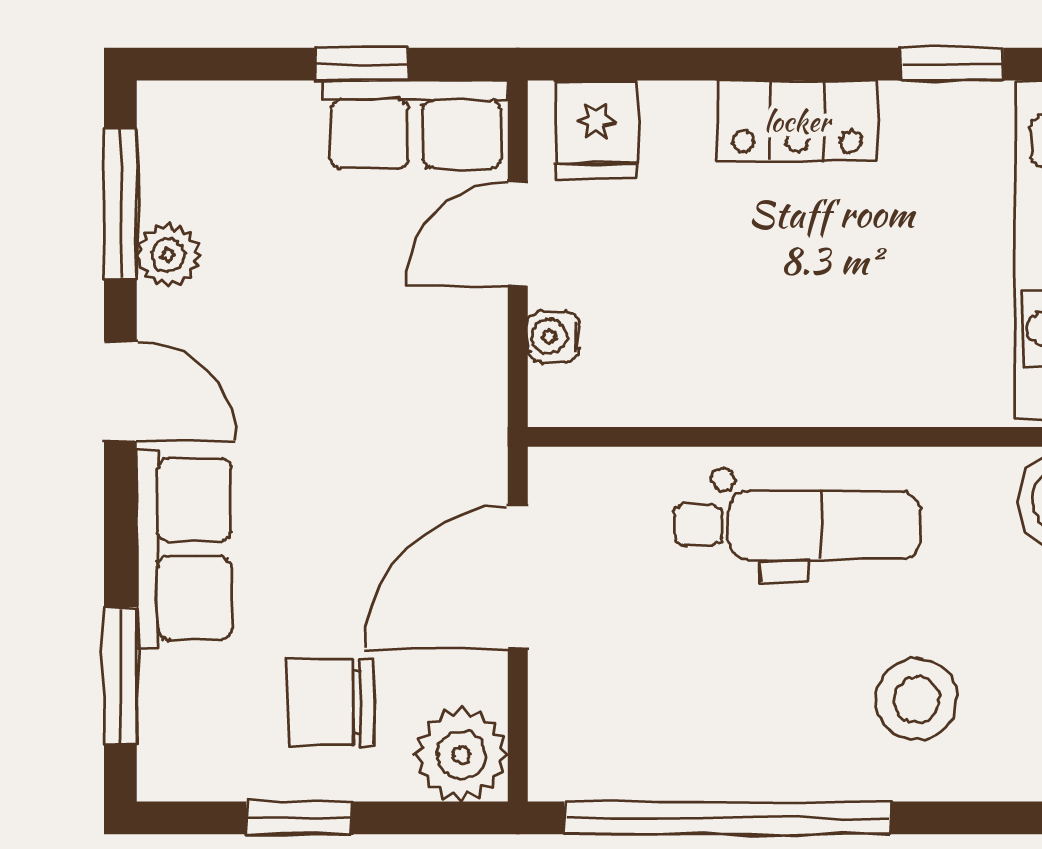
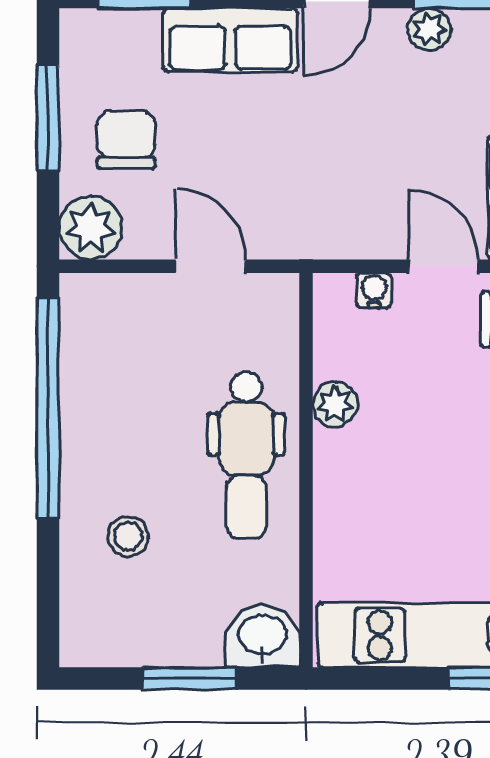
plant: (722, 394) -> (335, 404), added
door: (518, 577) -> (211, 266), width x0.73
stool: (917, 700) -> (128, 536), width x0.73, depth x0.73
window: (299, 818) -> (48, 118), width x1.50

